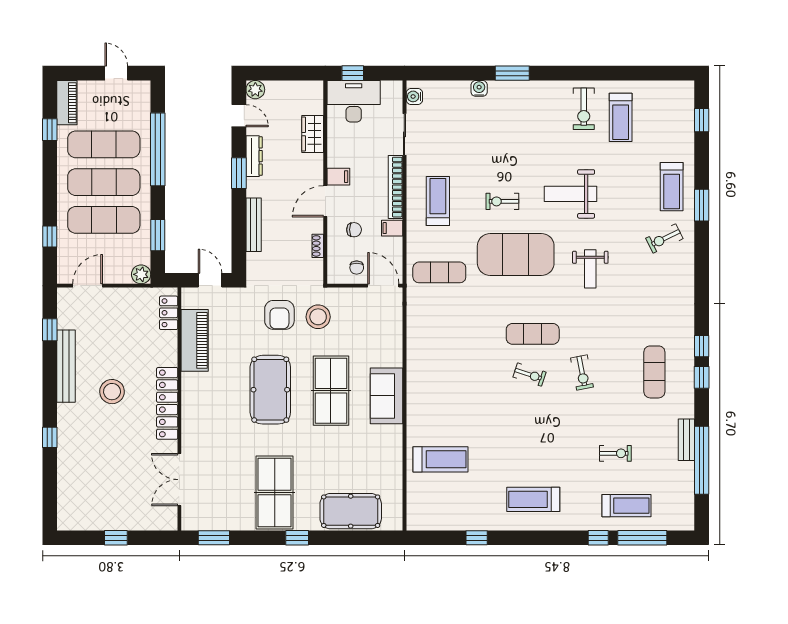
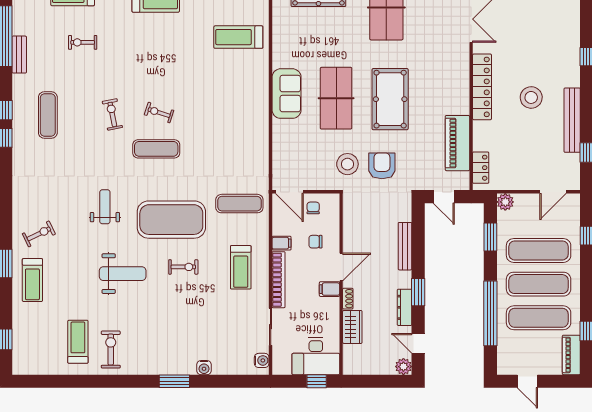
treadmill: (672, 187) -> (32, 280), turned 180
shoe rack: (318, 246) -> (348, 299), moved

